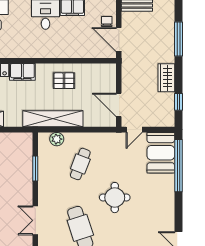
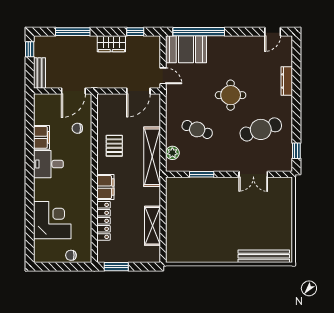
chair: (107, 22) -> (77, 128), moved

